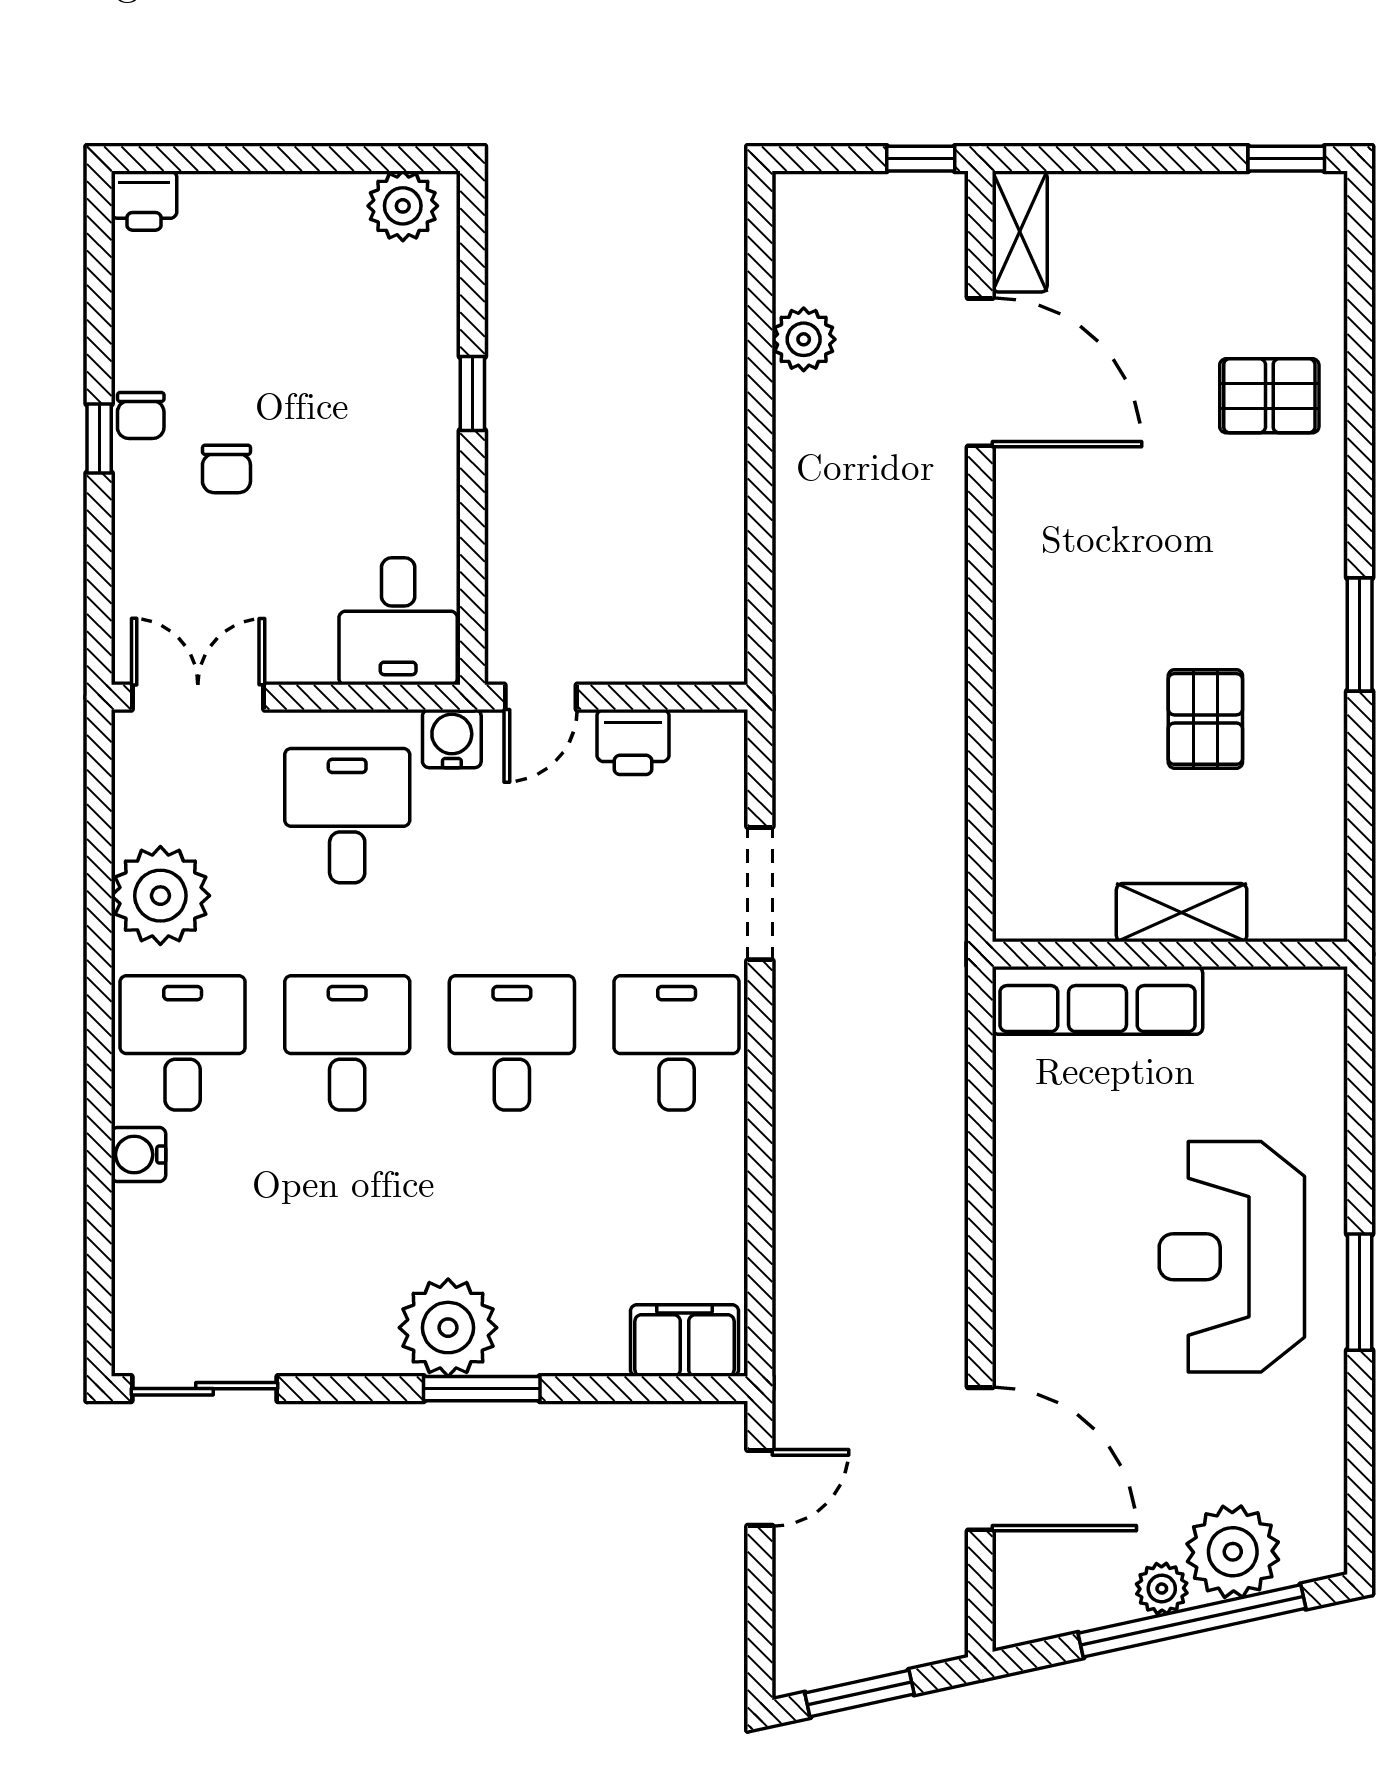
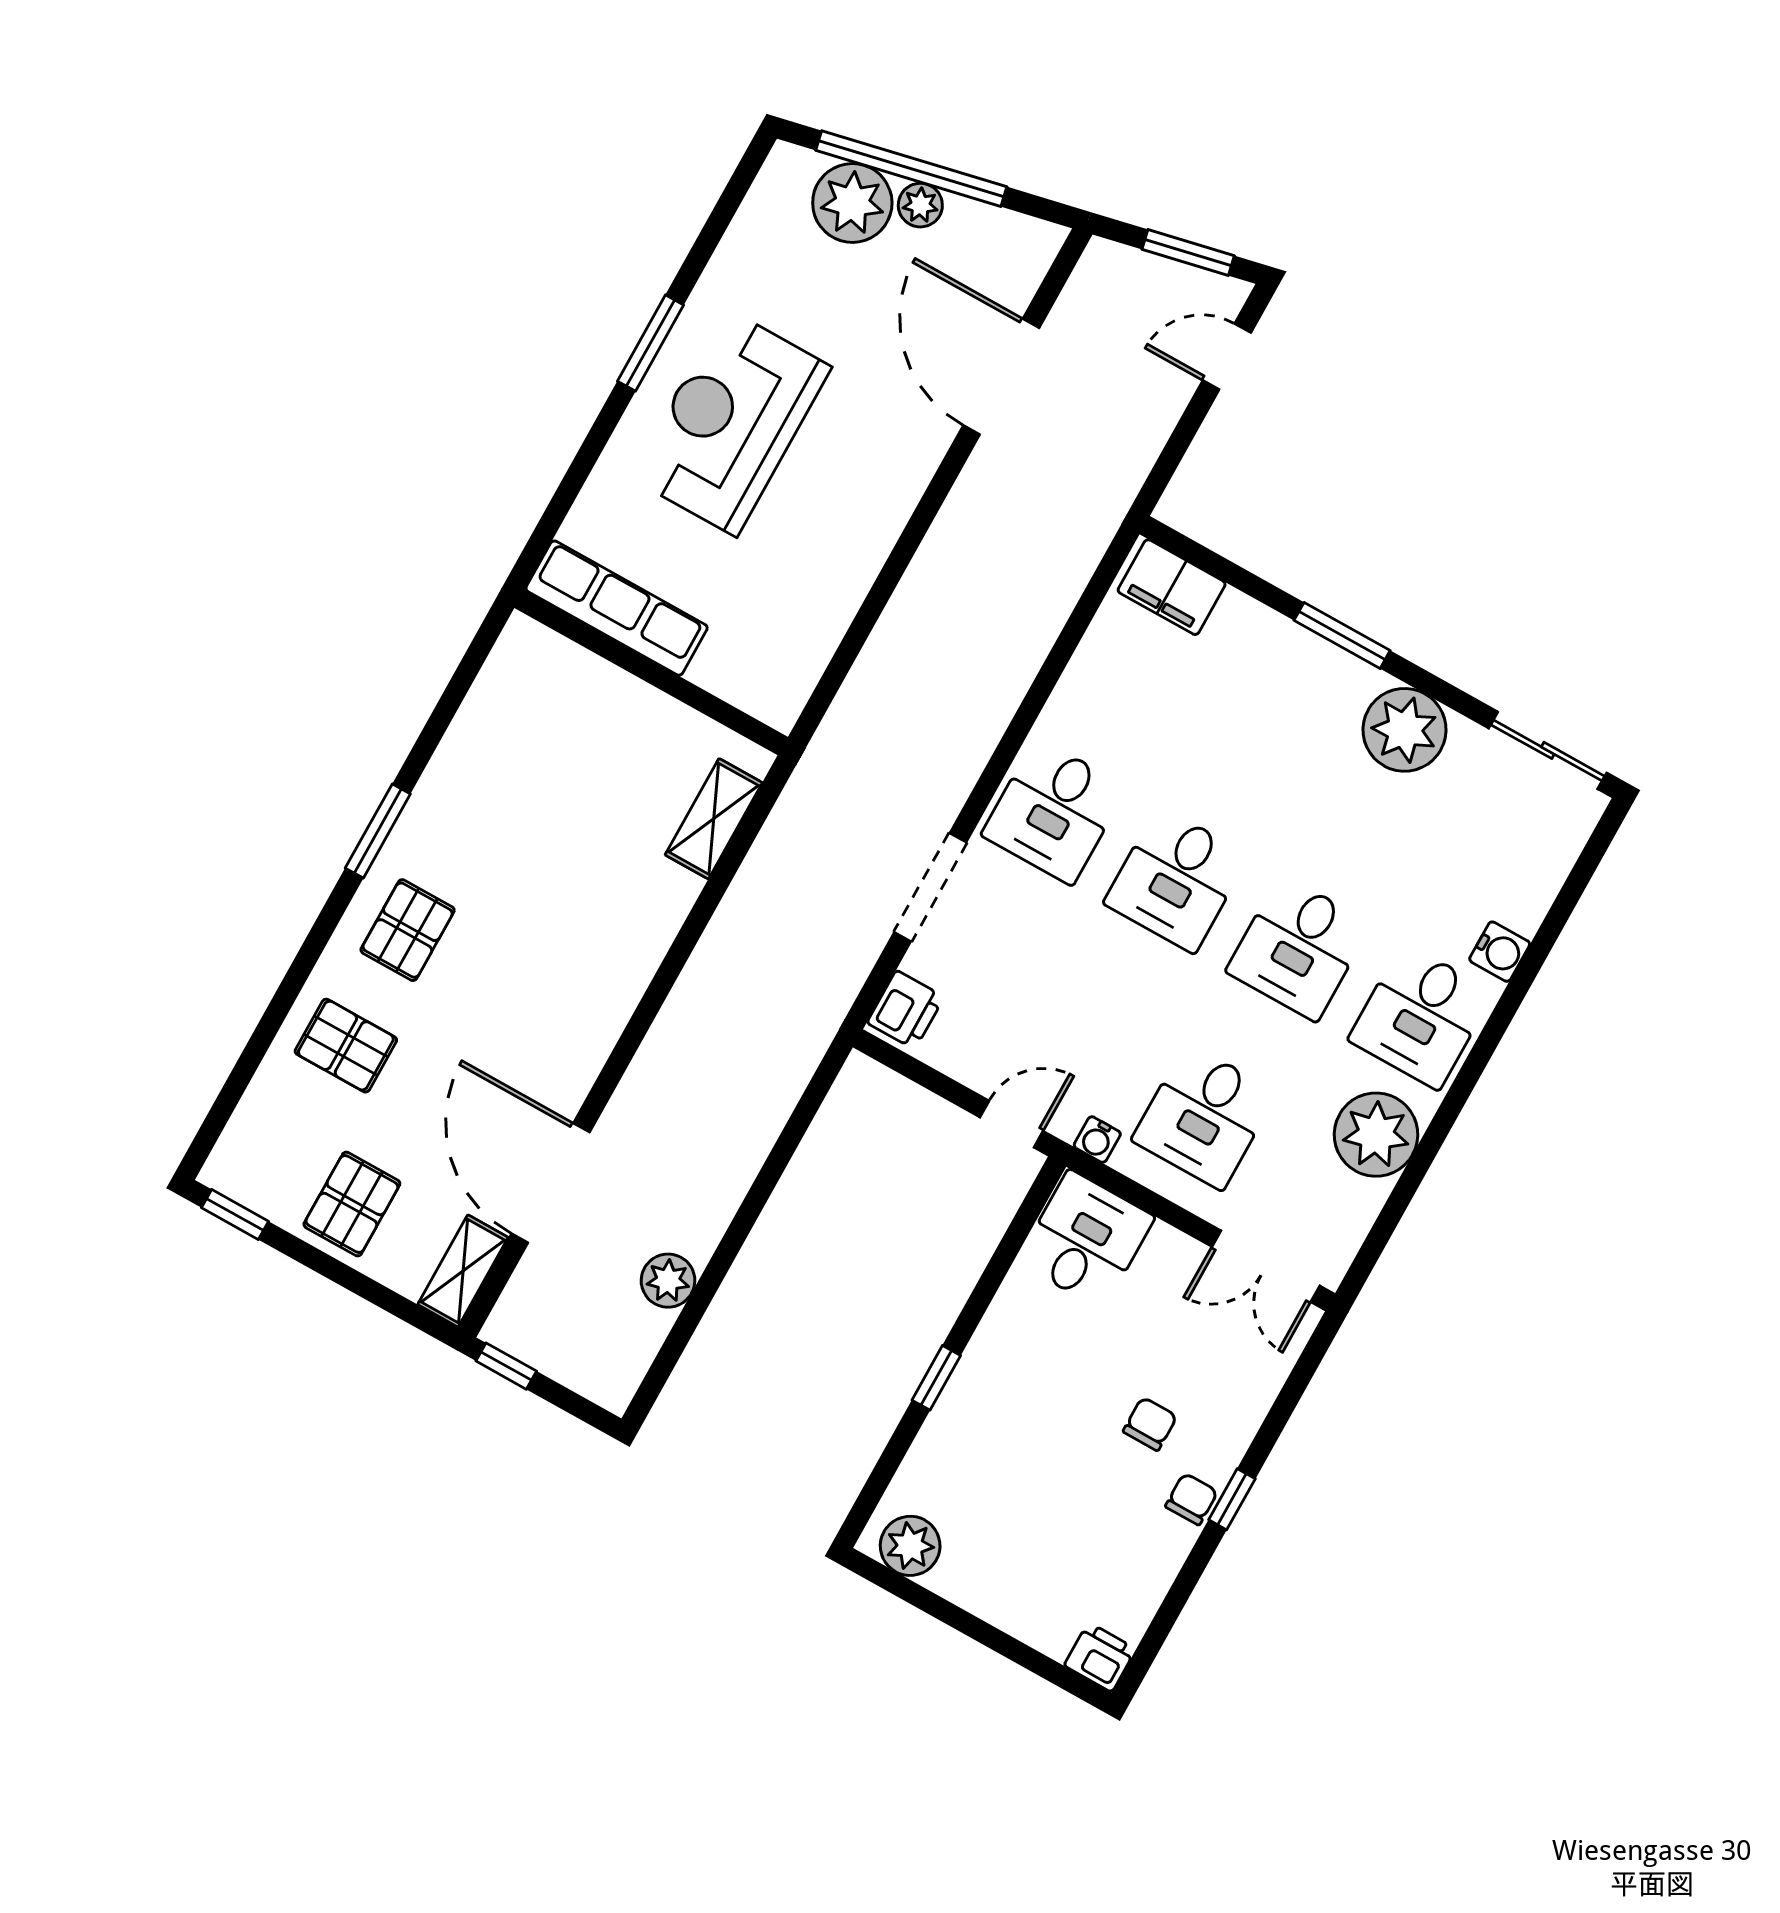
pallet: (1172, 237) -> (352, 1204), added
pallet: (1205, 719) -> (408, 930), moved
water cooler: (452, 739) -> (1097, 1140), width x0.72, depth x0.72
printer: (633, 742) -> (906, 1010), moved, turned 90
shelving: (1182, 913) -> (714, 819), moved, turned 90
row of seats: (1098, 1000) -> (617, 608), moved
reception desk: (1232, 1257) -> (731, 422), turned 180
plant: (448, 1328) -> (1405, 730), moved
door: (760, 1488) -> (1227, 357), moved

